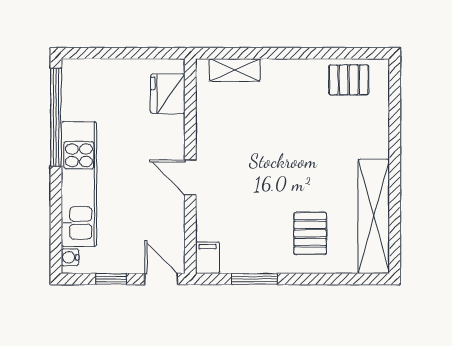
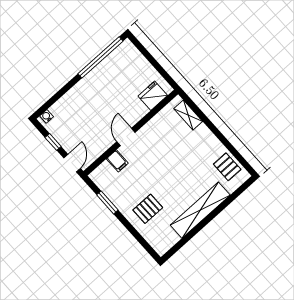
kitchen unit: (79, 184) -> (81, 92), removed
shelving: (374, 216) -> (200, 210), moved
filing cabinet: (208, 258) -> (117, 161), moved, turned 90

